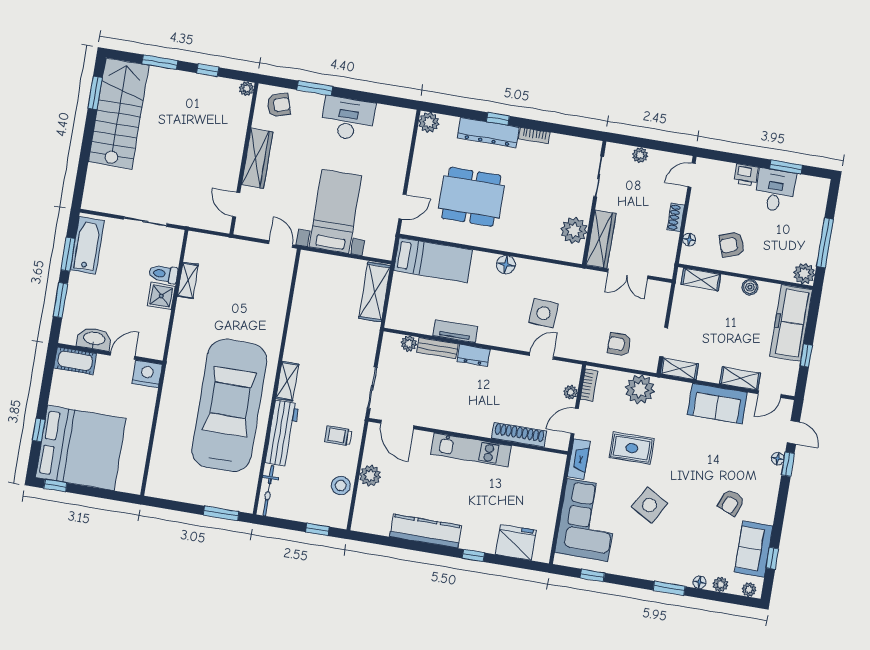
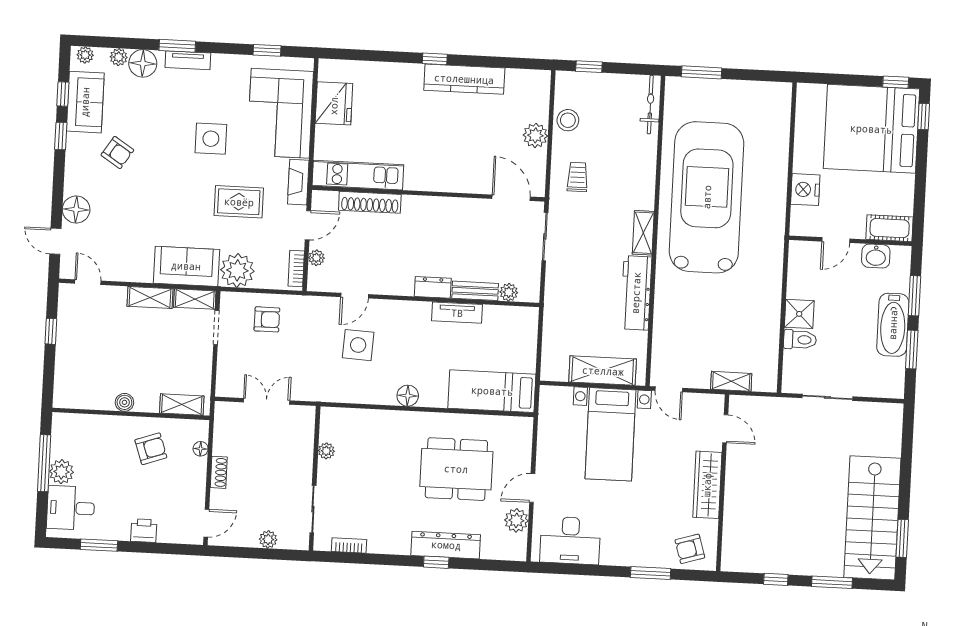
plant: (247, 89) -> (729, 563), removed
desk: (348, 119) -> (570, 540), moved
plant: (429, 122) -> (516, 520), moved
bookcase: (534, 136) -> (349, 546), moved
desk: (775, 190) -> (71, 508), moved, turned 90
door: (402, 207) -> (532, 488), moved
plant: (574, 230) -> (326, 451), width x0.53, depth x0.53
wardrobe: (601, 239) -> (302, 438), removed
bathtub: (87, 245) -> (893, 325), moved
plant: (804, 274) -> (61, 472), moved
shelving: (188, 281) -> (731, 381), moved, turned 90
shelving: (375, 292) -> (603, 371), moved, turned 90
freezer: (791, 323) -> (73, 367), removed
washbasin: (94, 339) -> (876, 256), width x0.72
nightstand: (147, 374) -> (805, 190), moved, turned 90
shelving: (740, 378) -> (150, 298), moved
door: (769, 394) -> (88, 282), hinge flipped
sofa: (717, 404) -> (186, 266), moved
car: (229, 405) -> (707, 197), turned 180
window: (39, 430) -> (924, 116), moved
workbench: (282, 433) -> (636, 293), moved
trolley: (338, 436) -> (577, 177), turned -90
kitchen unit: (471, 450) -> (358, 175), moved
floor lamp: (778, 459) -> (76, 210), width x1.89, depth x1.89
window: (788, 464) -> (61, 136), moved
armchair: (731, 503) -> (117, 153), turned 101
side table: (649, 505) -> (211, 139), turned -30
fridge: (516, 542) -> (334, 103), moved, turned -90
window: (473, 556) -> (435, 59), moved
tv unit: (661, 575) -> (188, 60), added
floor lamp: (700, 582) -> (143, 63), width x1.89, depth x1.89

